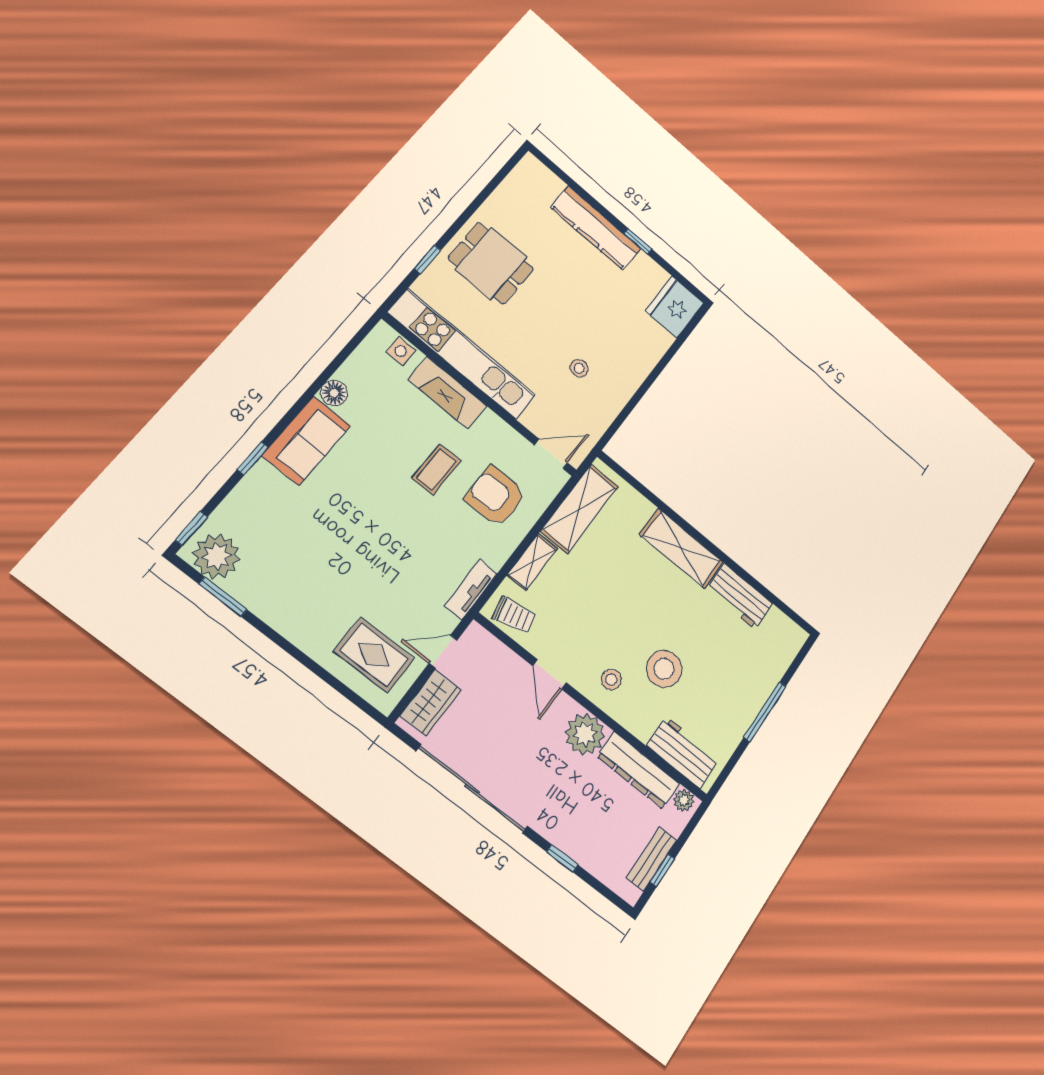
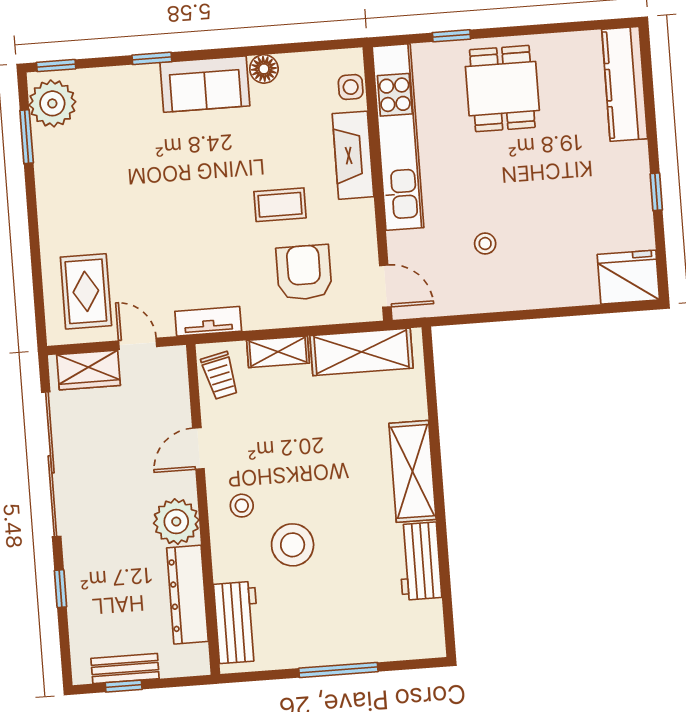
kitchen counter: (596, 228) -> (625, 84), moved
plant: (684, 800) -> (197, 657), removed

